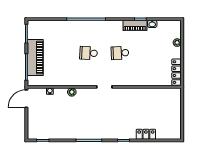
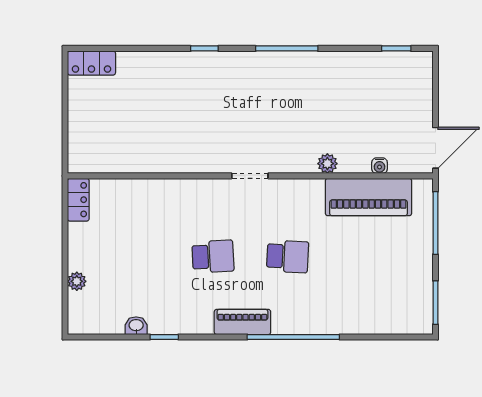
piano: (135, 25) -> (242, 322), moved
piano: (35, 58) -> (369, 197), moved, turned -90
locker: (177, 72) -> (78, 200), width x0.66
locker: (146, 134) -> (91, 63), moved

